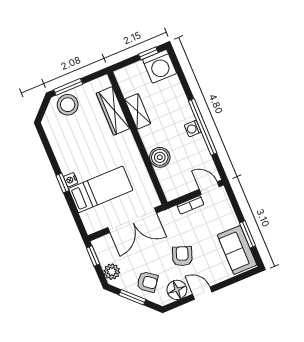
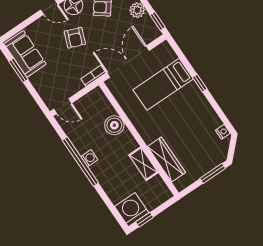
stool: (68, 105) -> (210, 157), removed
nightstand: (71, 180) -> (223, 132), moved
bookcase: (190, 205) -> (93, 76), moved

